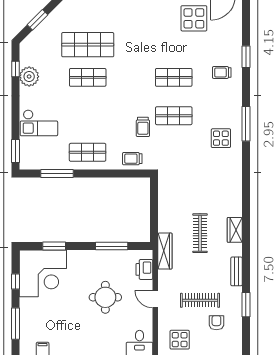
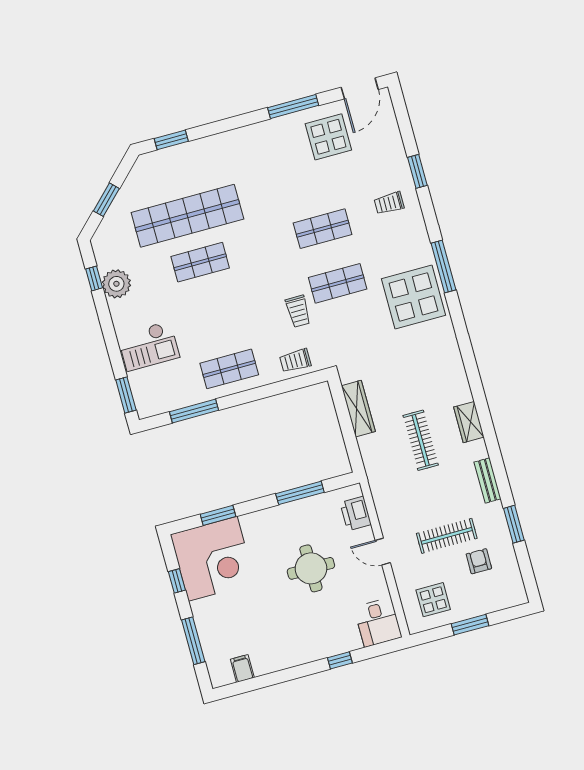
shop shelf: (88, 45) -> (187, 216), width x1.40
display table: (221, 138) -> (413, 297), width x1.86, depth x1.86
wardrobe: (165, 251) -> (358, 409), moved

